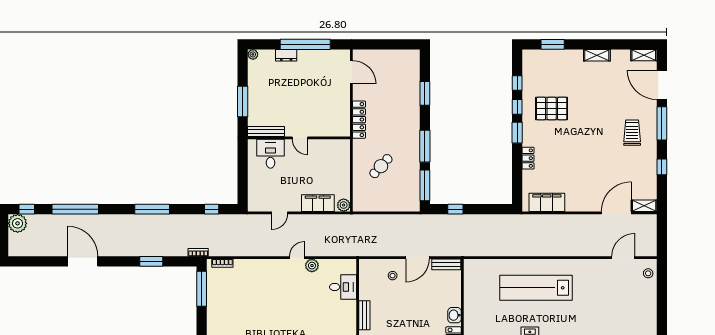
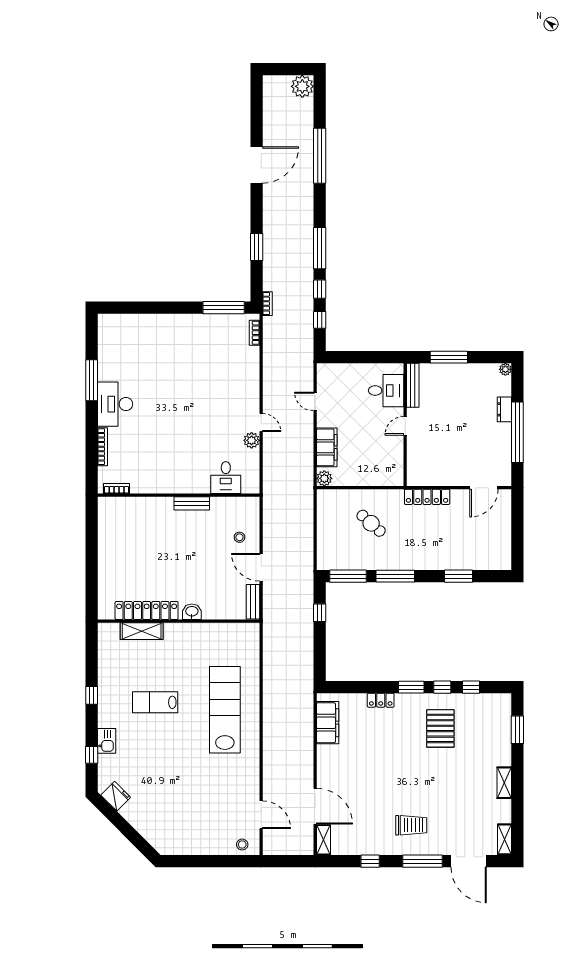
door: (662, 85) -> (469, 861), swing flipped
window: (27, 209) -> (320, 289), moved

